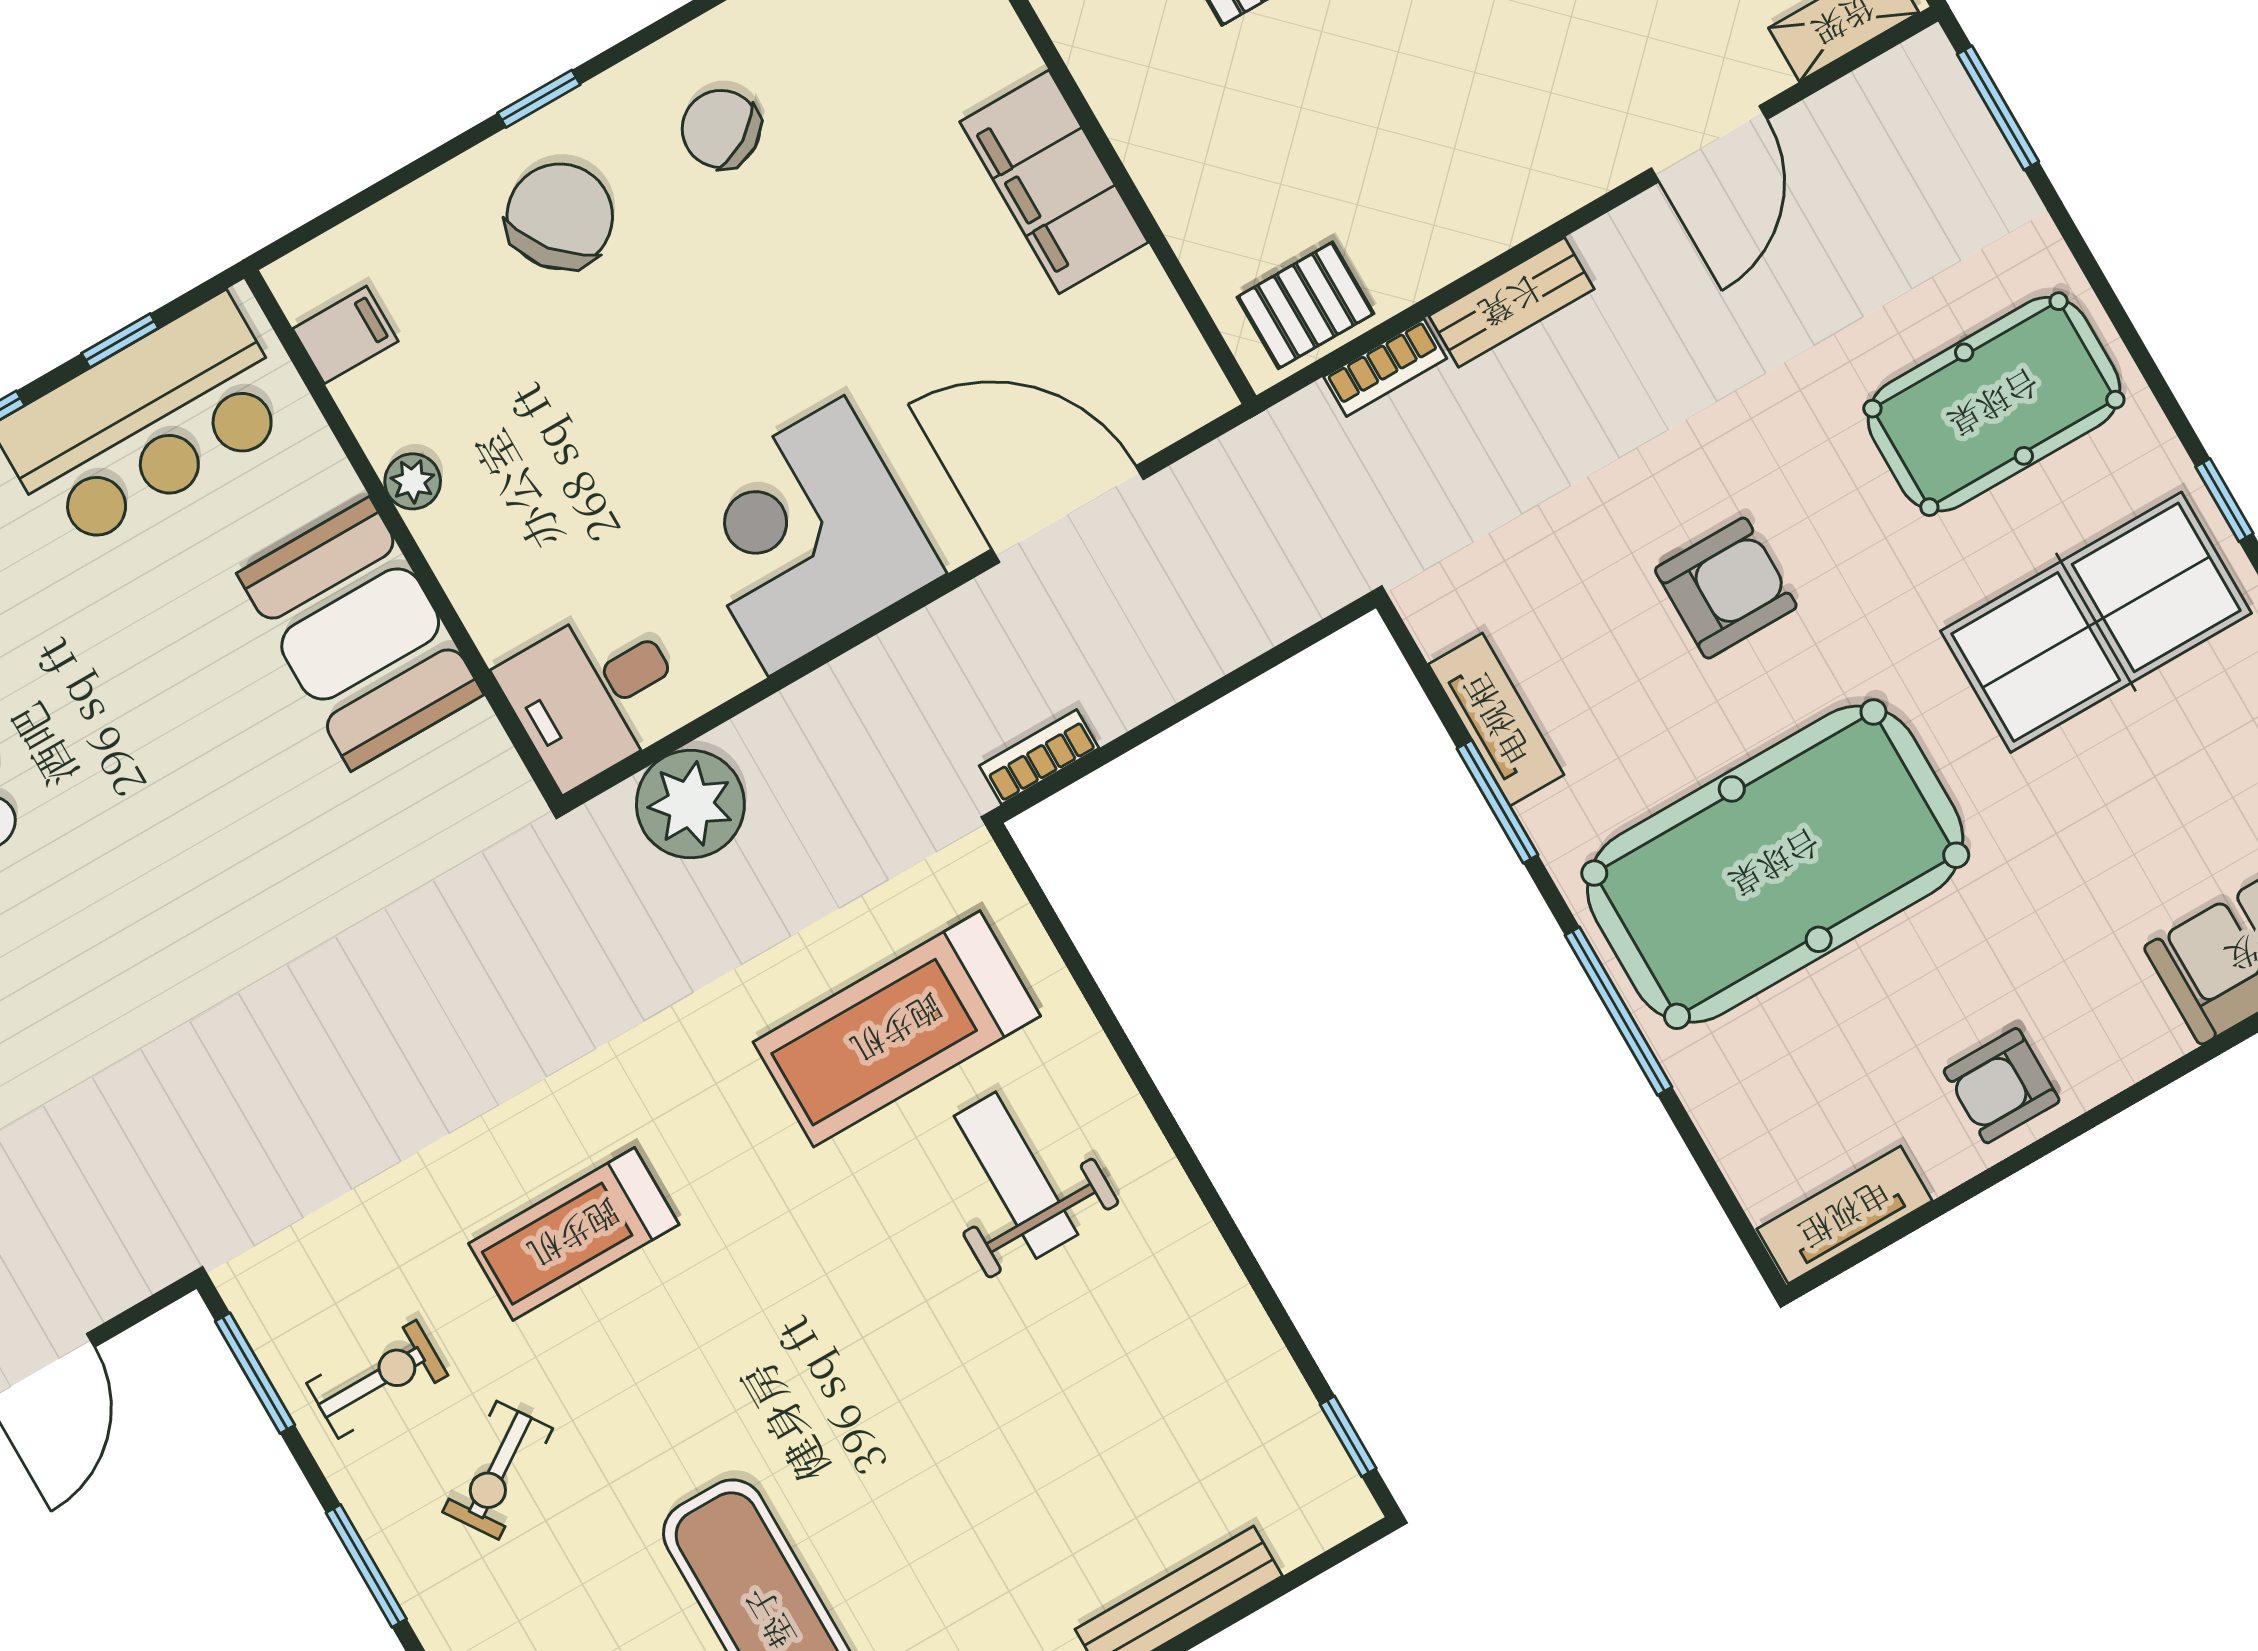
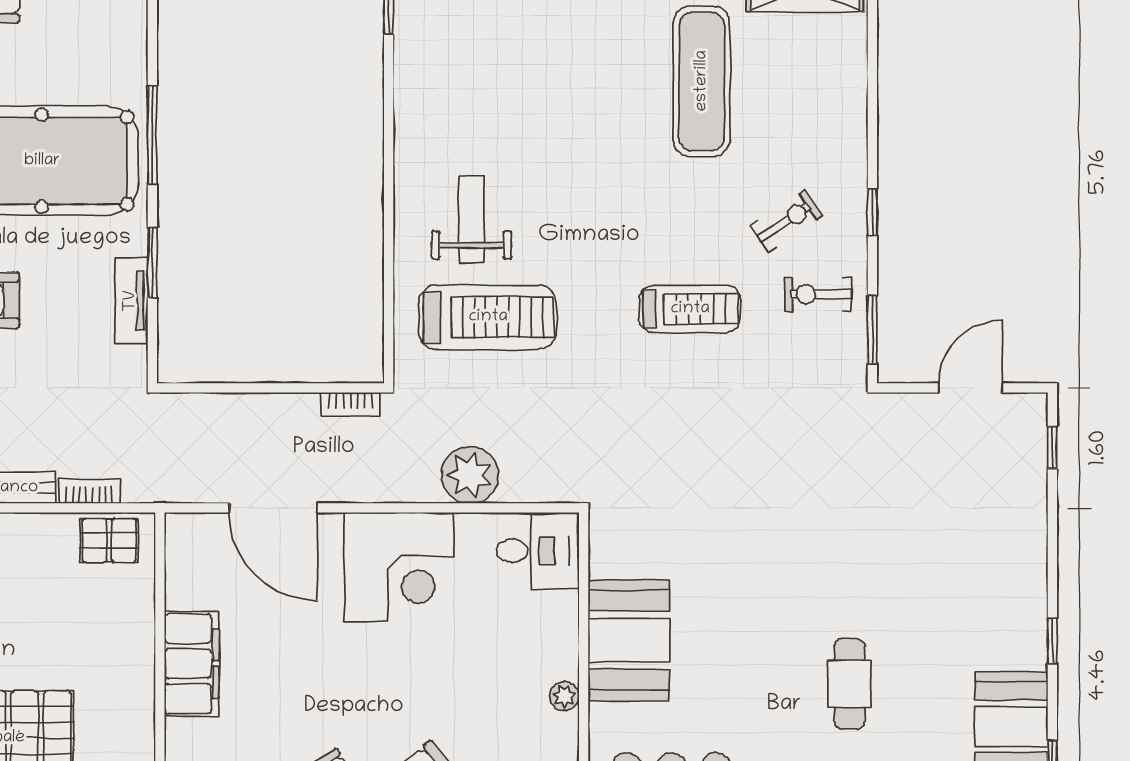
plant: (690, 804) -> (470, 475), moved
weight bench: (1016, 1175) -> (472, 219), turned 180
window: (366, 1566) -> (872, 212), width x0.67

